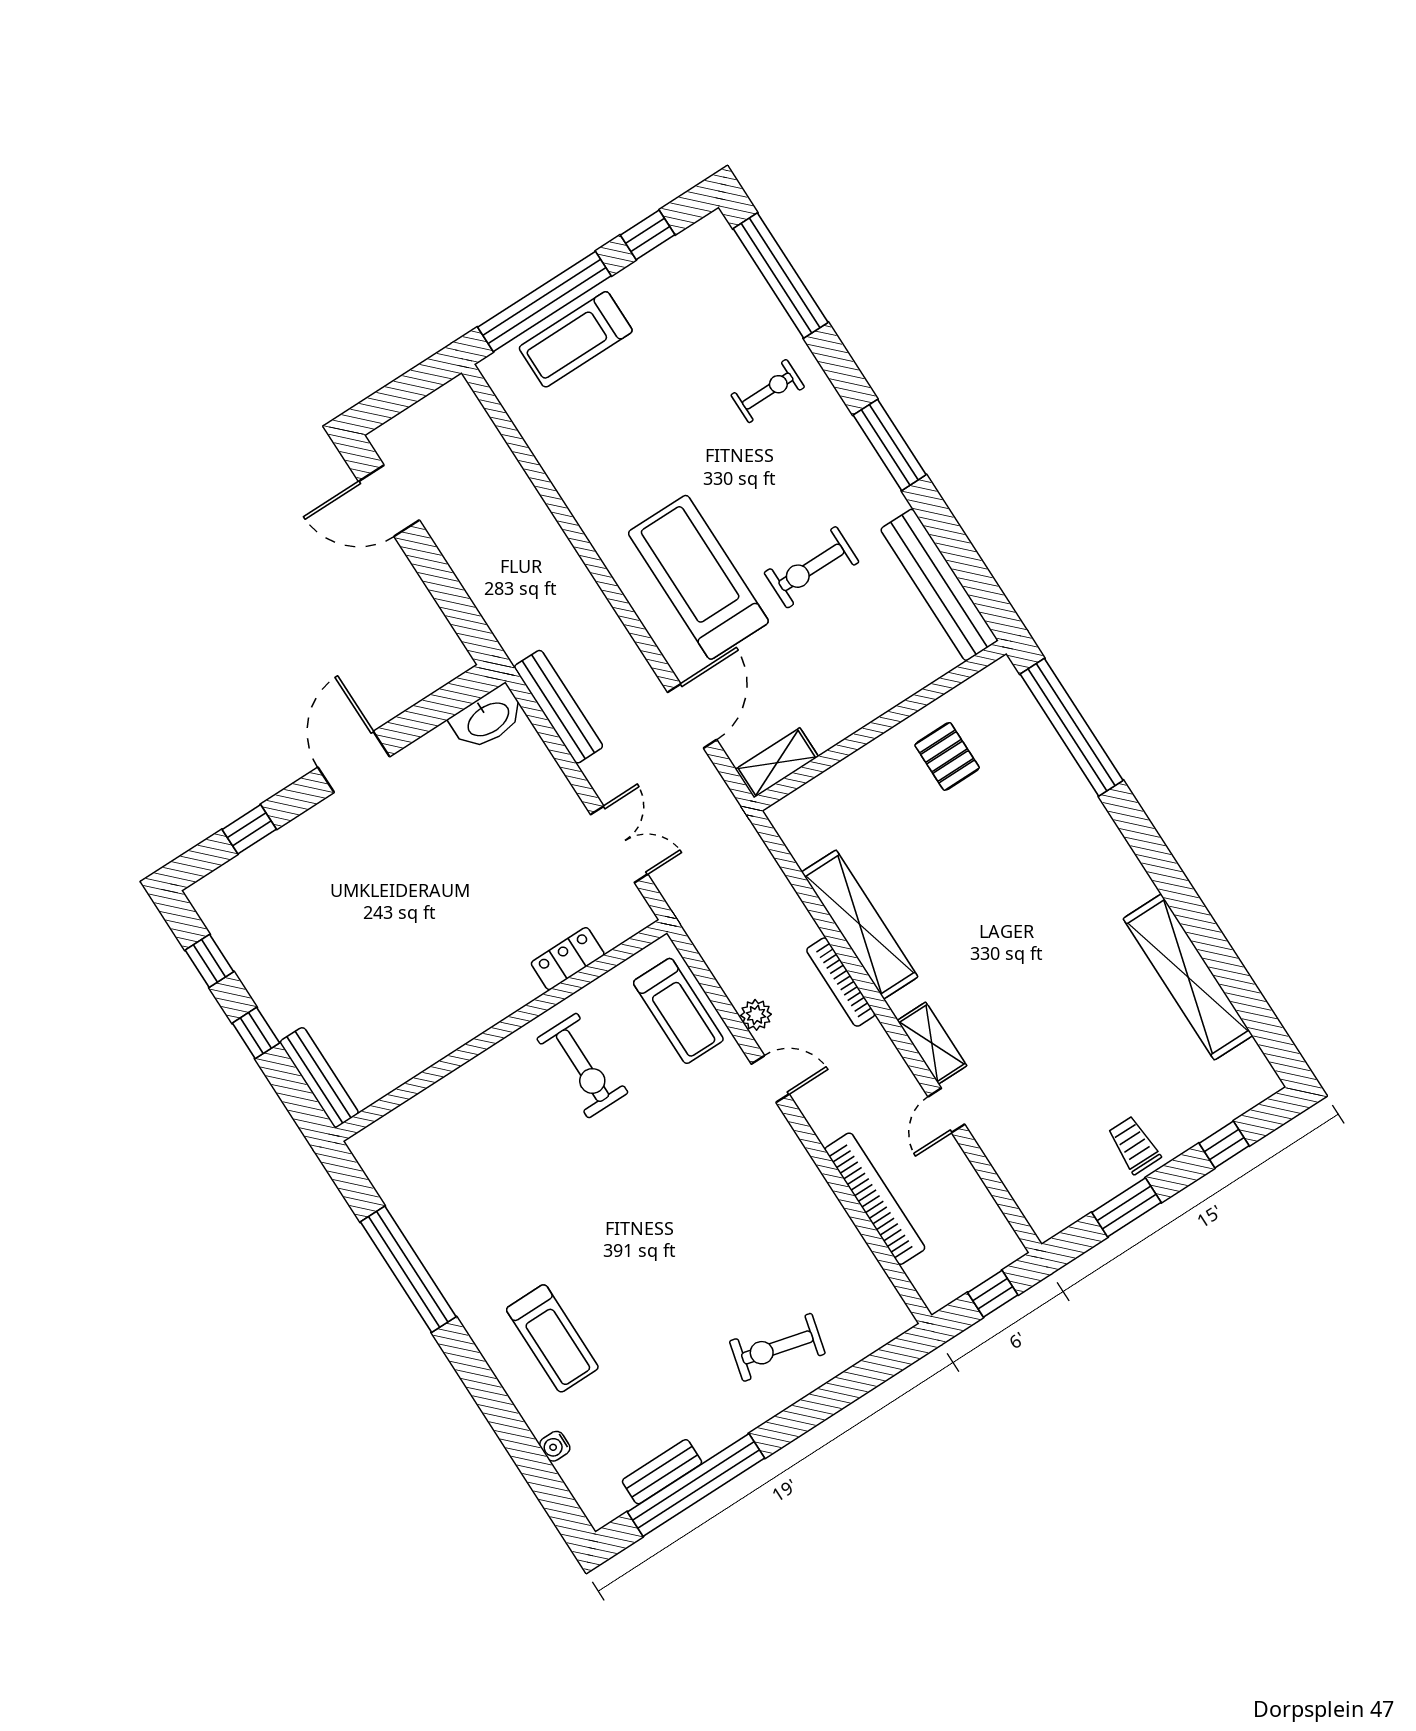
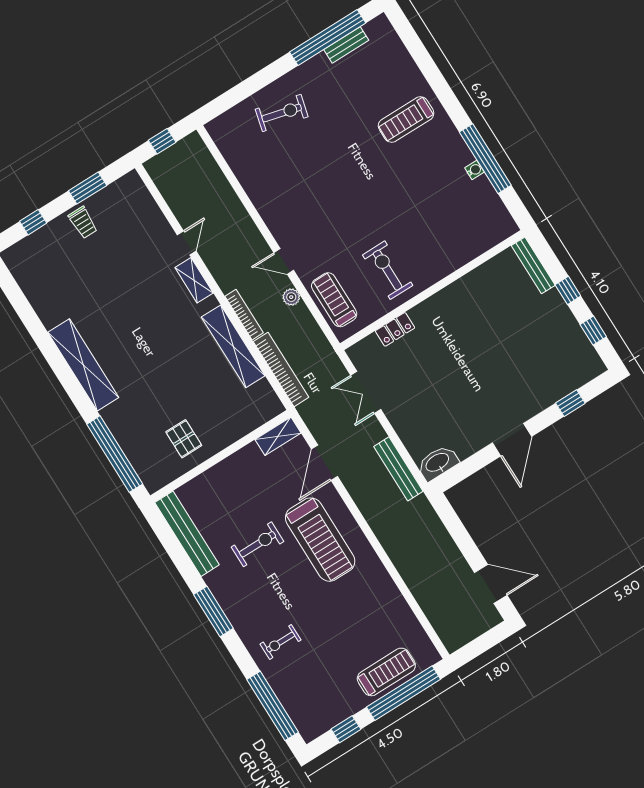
shelving: (1188, 977) -> (83, 365), moved
bookcase: (875, 1199) -> (281, 369), moved, turned 180
treadmill: (552, 1338) -> (406, 119), turned -90
water cooler: (555, 1446) -> (474, 170), moved

